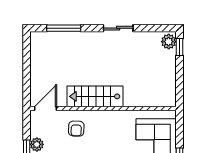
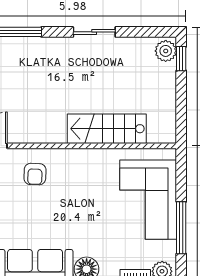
stairs: (95, 96) -> (107, 129), moved

